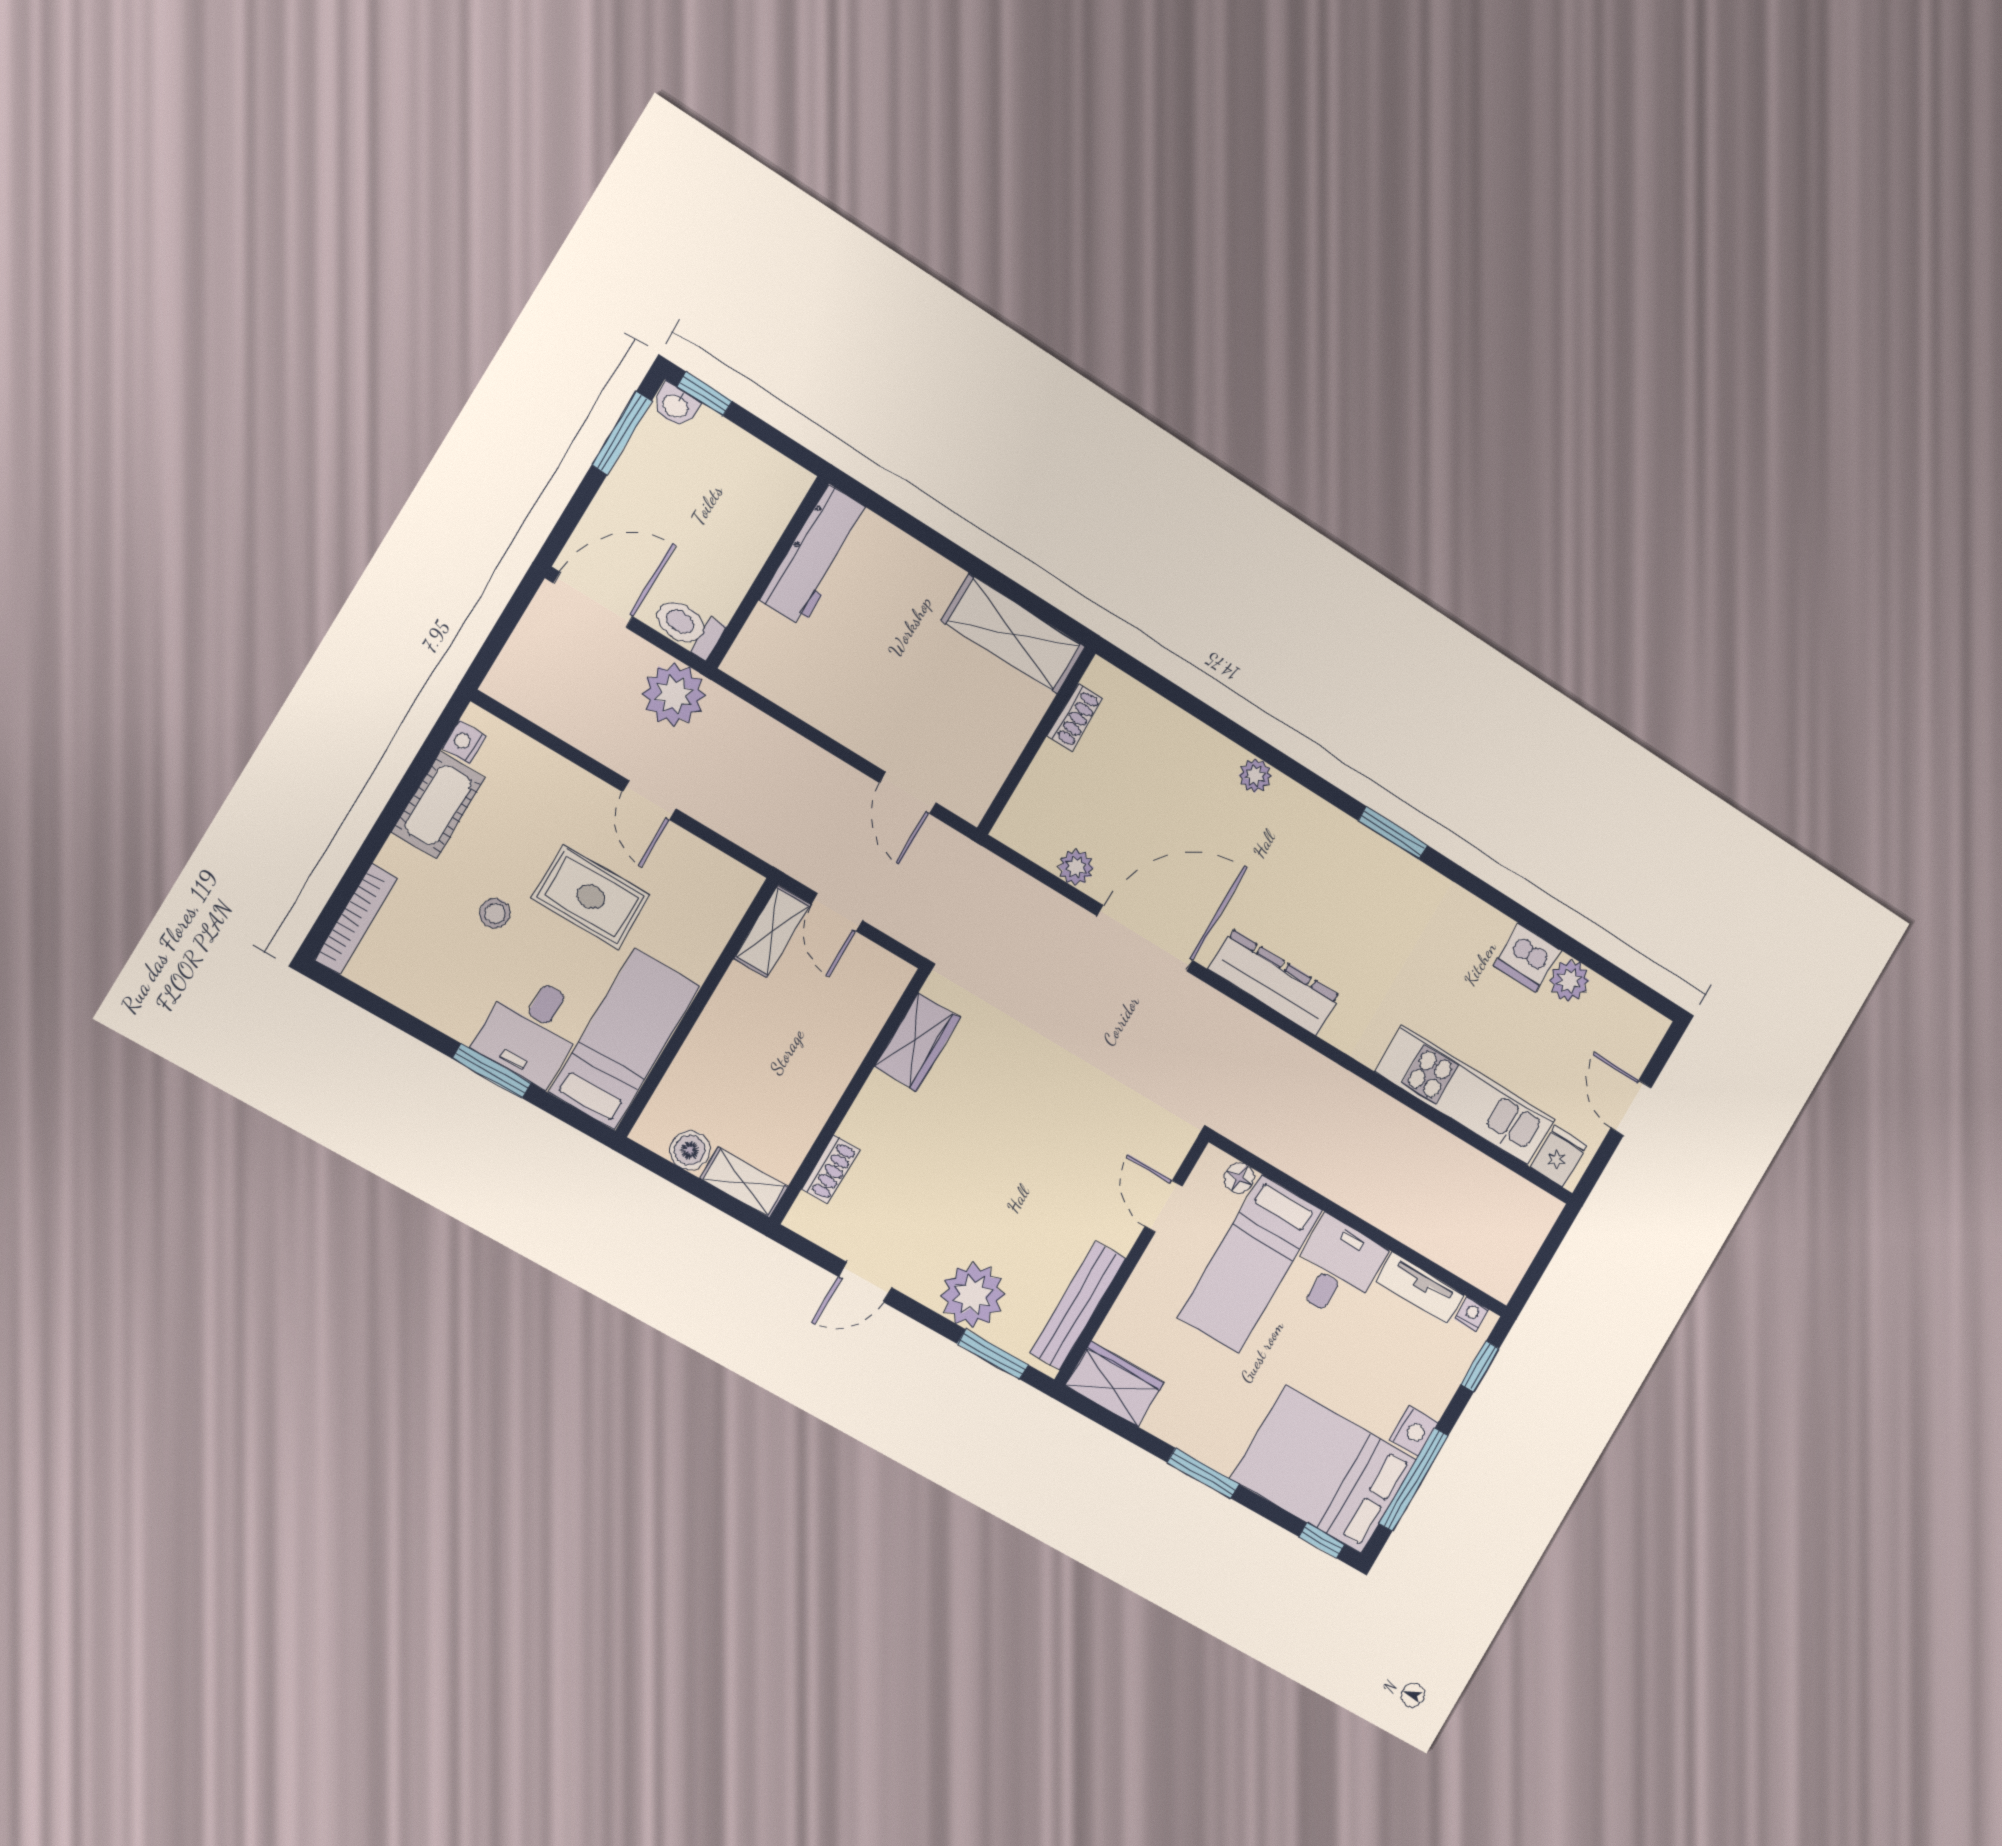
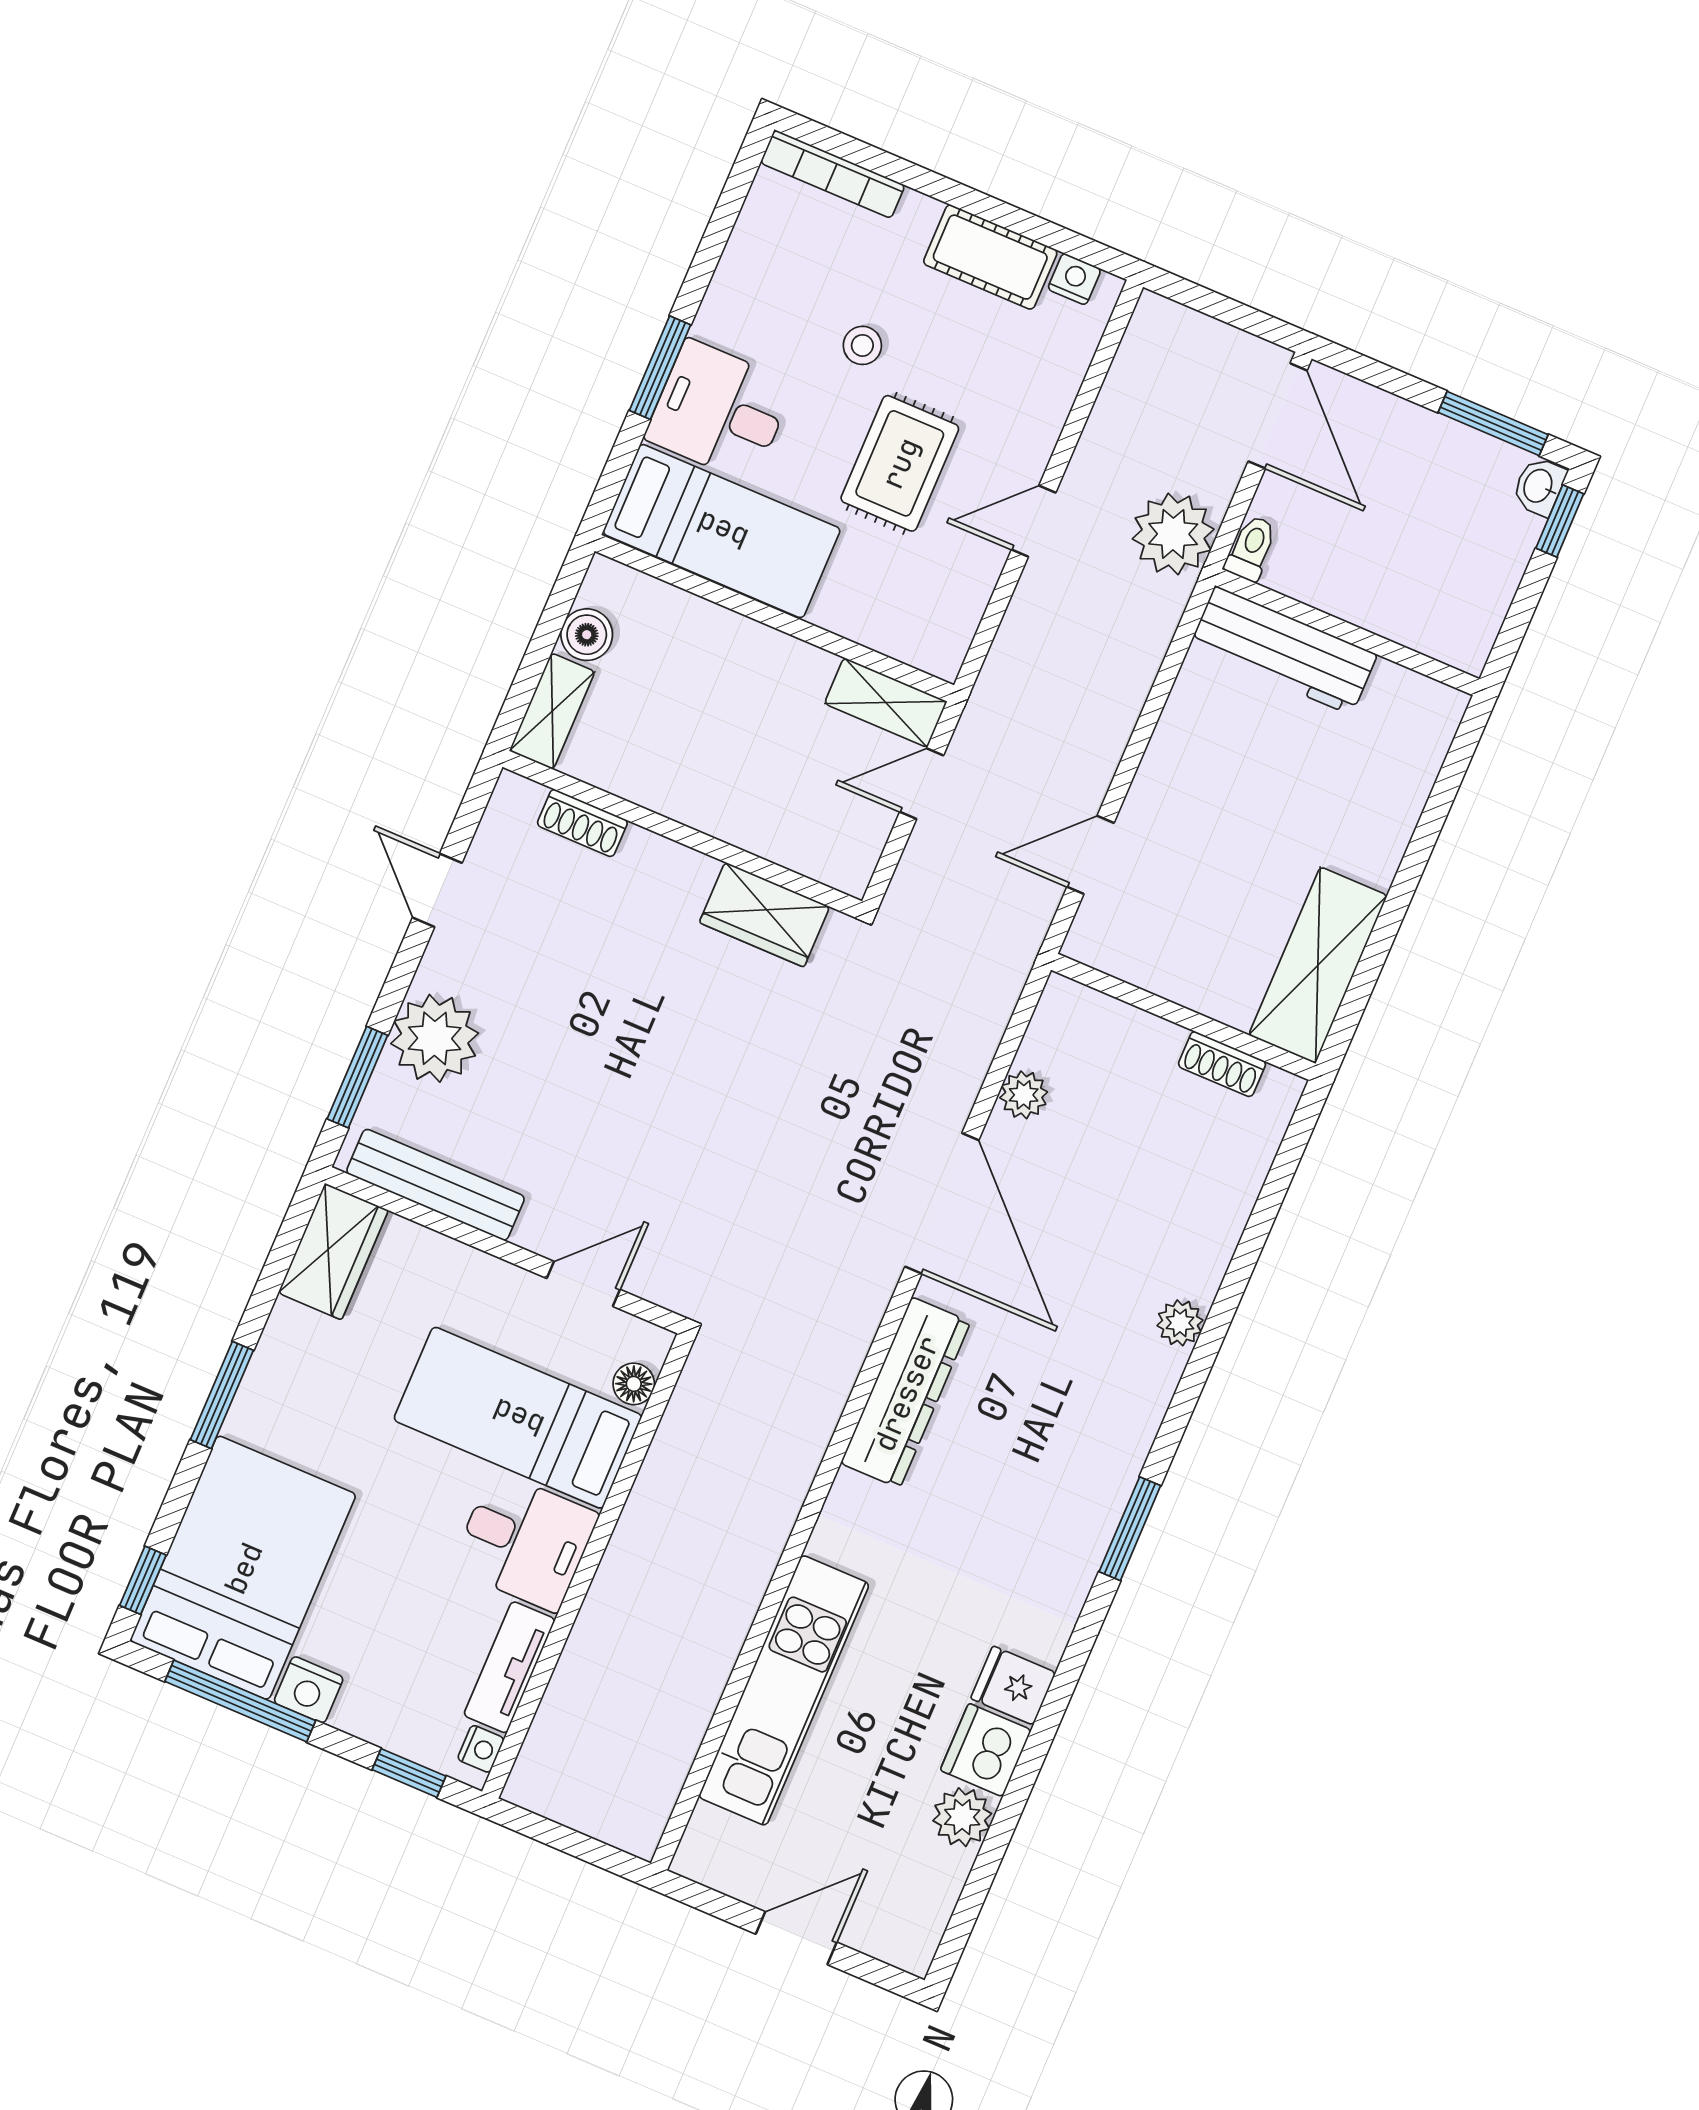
workbench: (815, 556) -> (1283, 650), moved
toilet: (688, 627) -> (1251, 548), width x0.73, depth x0.72
fridge: (1559, 1156) -> (1013, 1686), moved, turned 180

